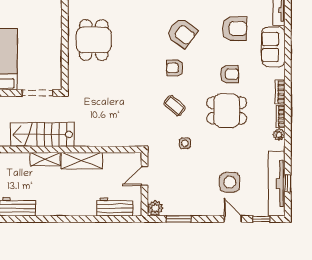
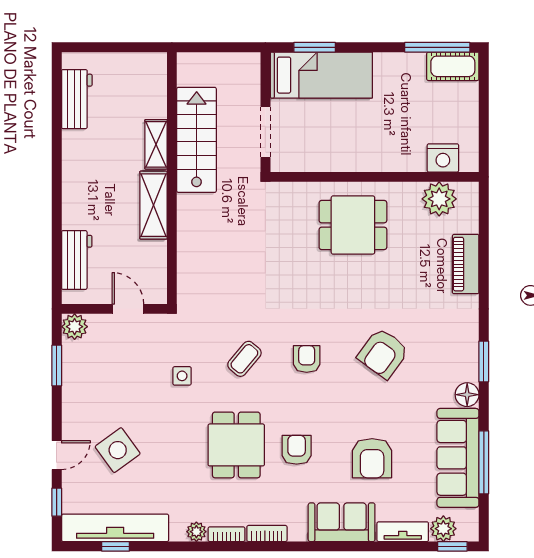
armchair: (182, 33) -> (383, 353), moved
armchair: (230, 74) -> (297, 450), turned 180
side table: (230, 182) -> (118, 450), turned -36

